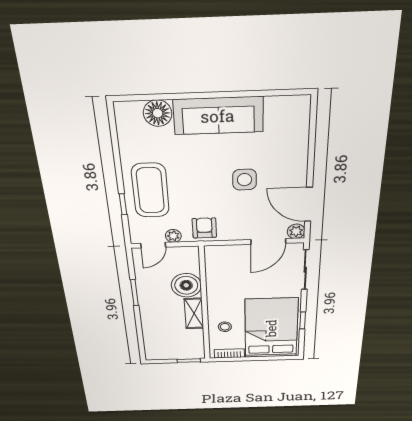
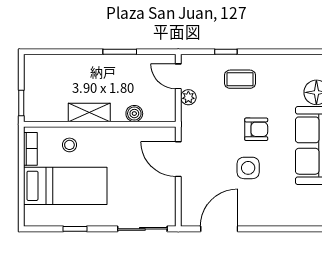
coffee table: (150, 190) -> (240, 79), width x0.54, depth x0.58
armchair: (204, 228) -> (256, 129), moved
plant: (296, 231) -> (189, 218), removed
door: (268, 241) -> (178, 159), moved
boiler: (186, 285) -> (134, 114), width x0.54, depth x0.54
bed: (271, 328) -> (65, 186), width x0.67

